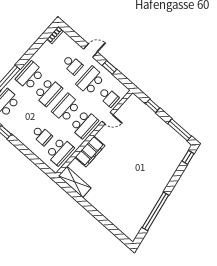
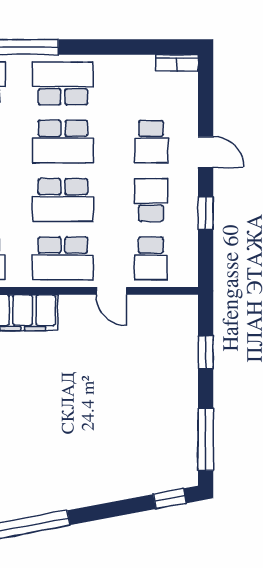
school desk: (90, 81) -> (151, 200), width x0.54
school desk: (66, 108) -> (63, 200), turned 180

